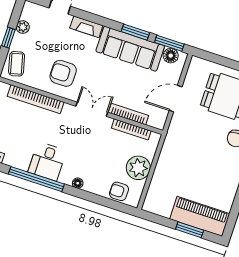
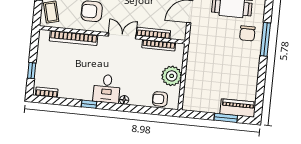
desk: (47, 161) -> (107, 89), moved
window: (36, 179) -> (89, 104), width x0.32
piano: (200, 216) -> (238, 108), width x0.73, depth x0.75

